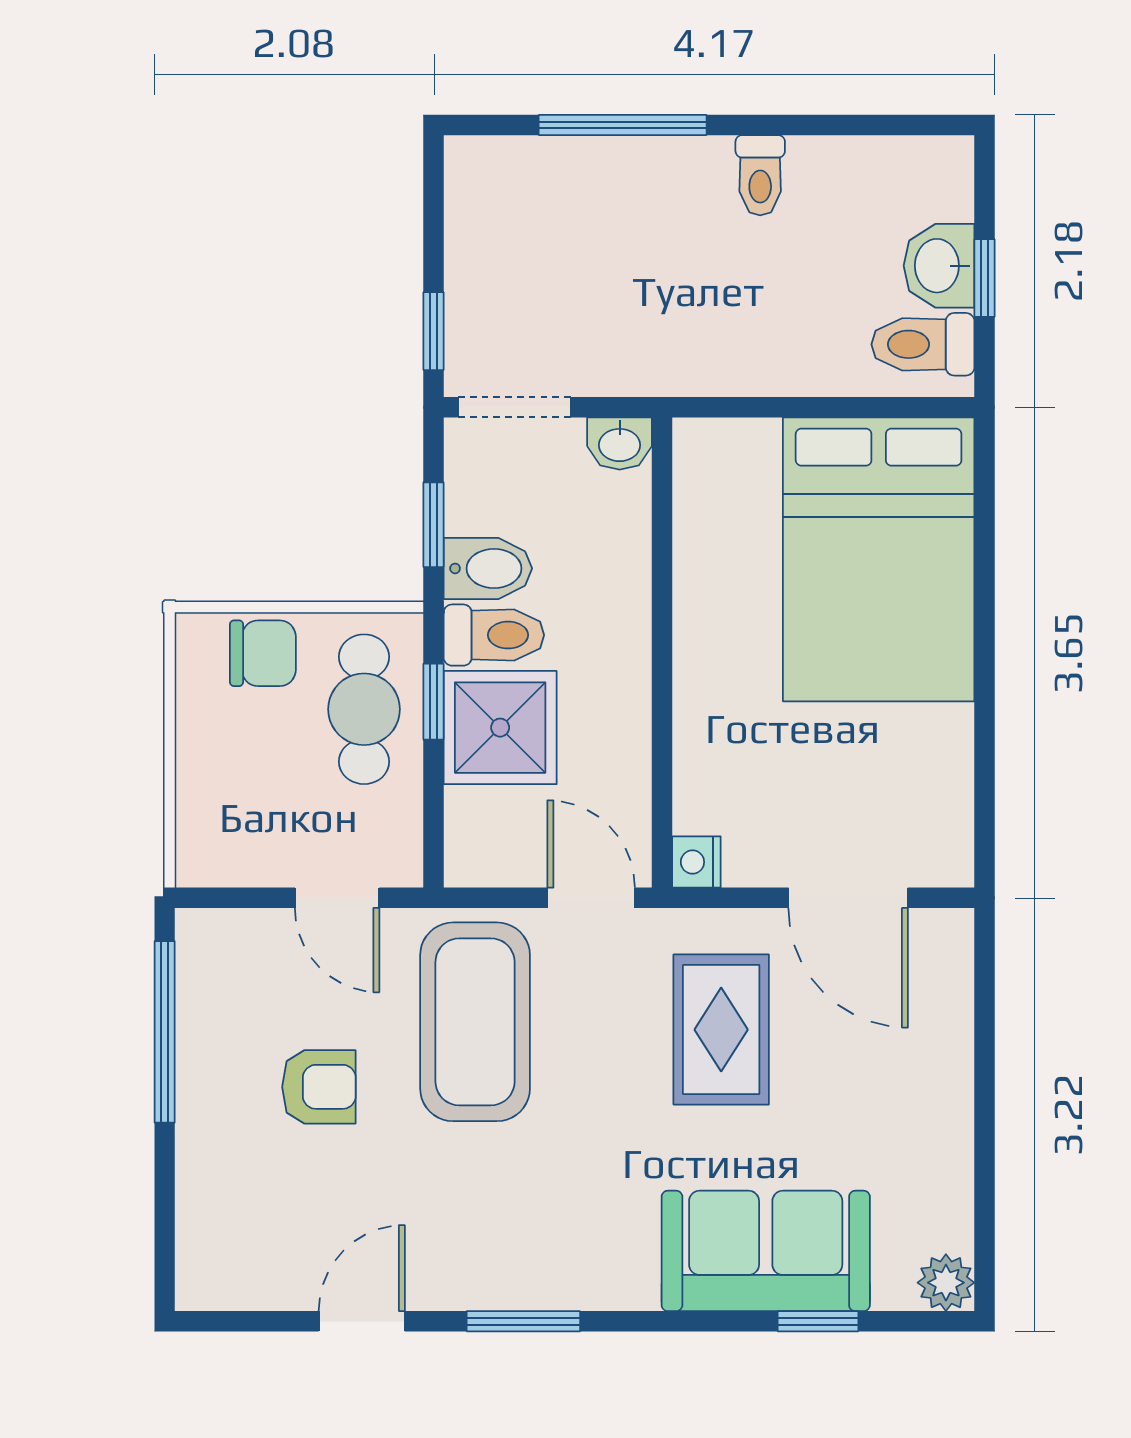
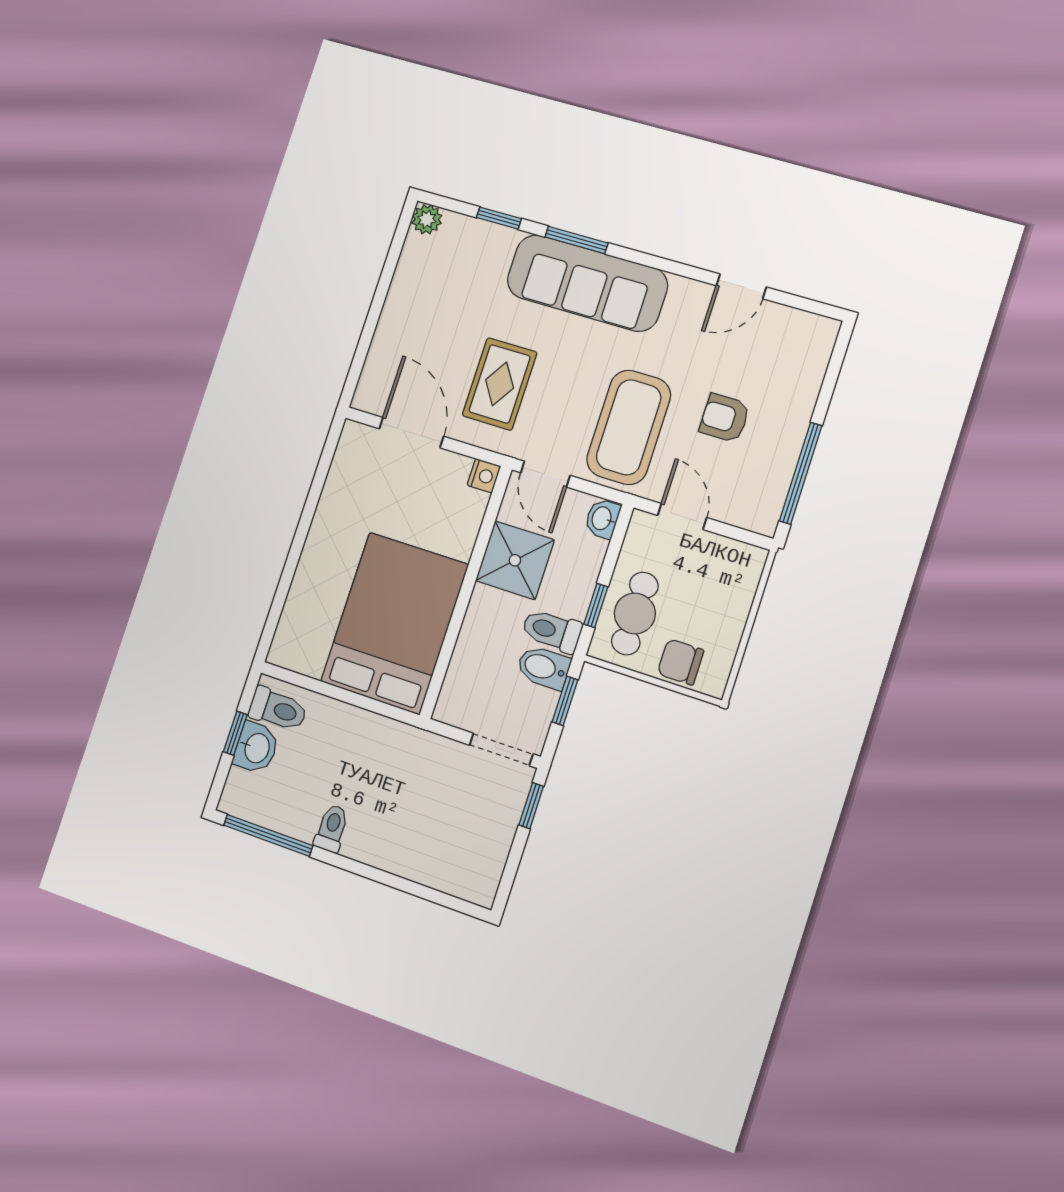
window: (623, 125) -> (268, 835), moved
washbasin: (620, 443) -> (602, 519), moved, turned -90
bed: (879, 559) -> (394, 623), moved
shower: (500, 728) -> (515, 560), moved
sofa: (766, 1251) -> (587, 283), moved, width x1.36
window: (523, 1321) -> (576, 240), moved

